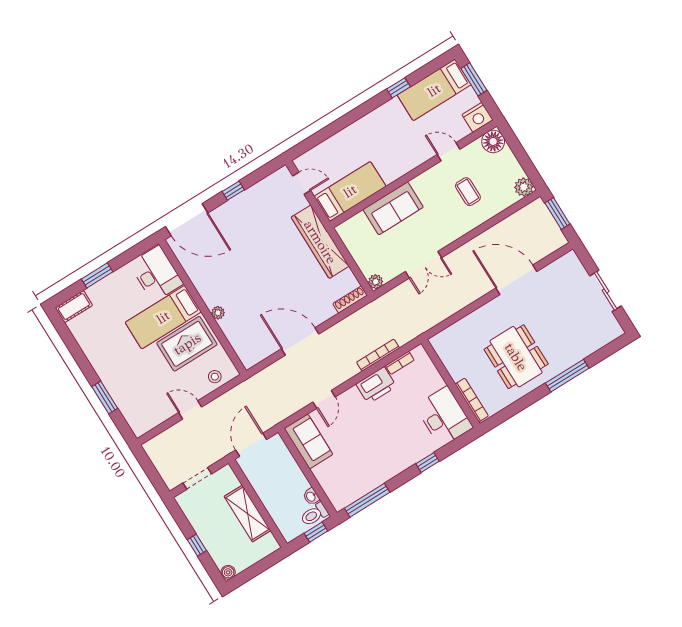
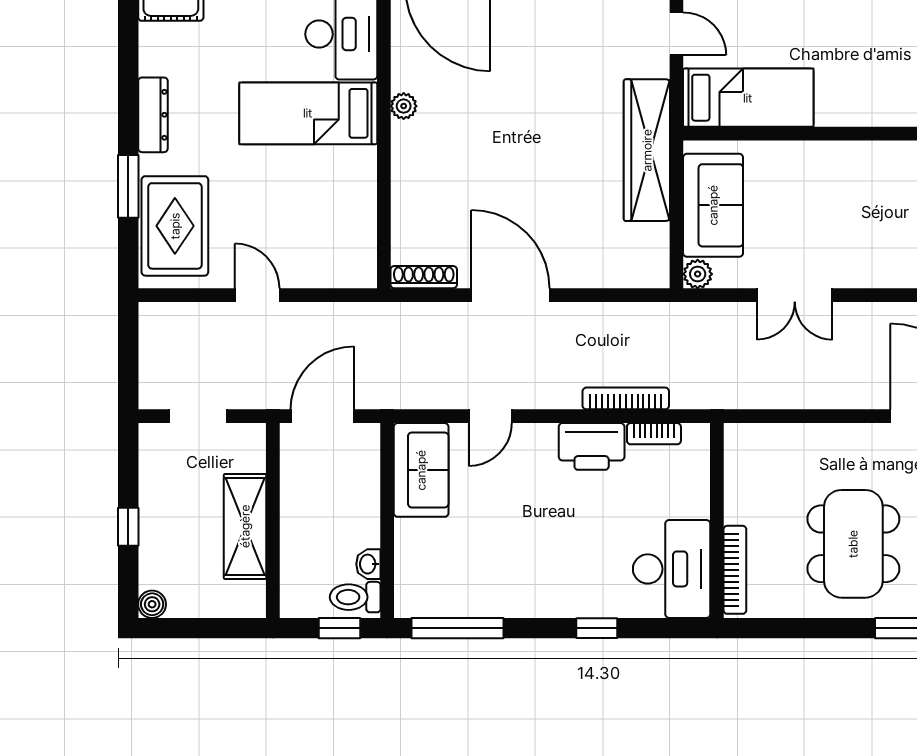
sofa: (393, 208) -> (713, 205), moved, turned -90
shoe rack: (350, 300) -> (424, 277), moved
plant: (218, 313) -> (404, 106), moved
rug: (187, 344) -> (175, 226), moved, turned 90
dresser: (96, 360) -> (153, 115), added
stool: (215, 377) -> (332, 265), removed

